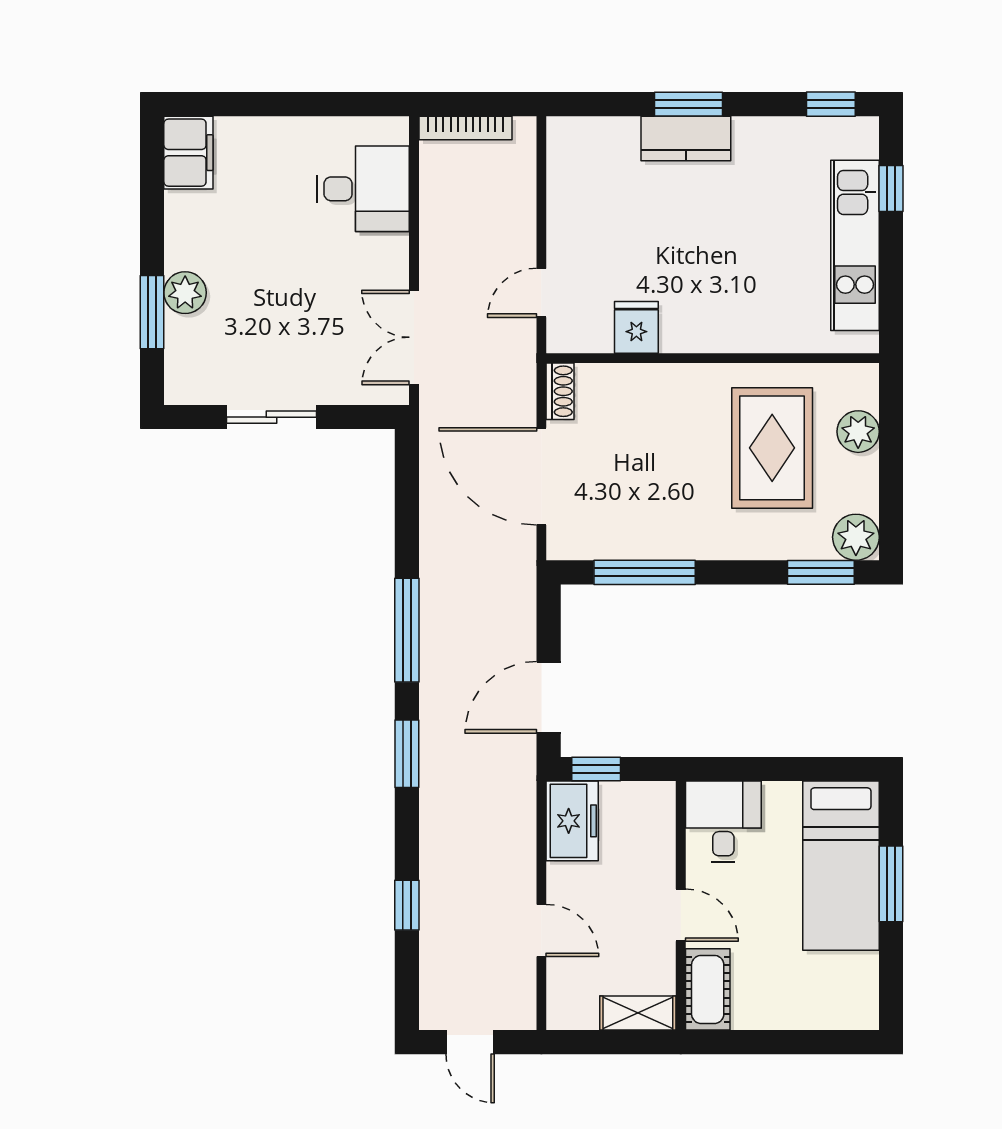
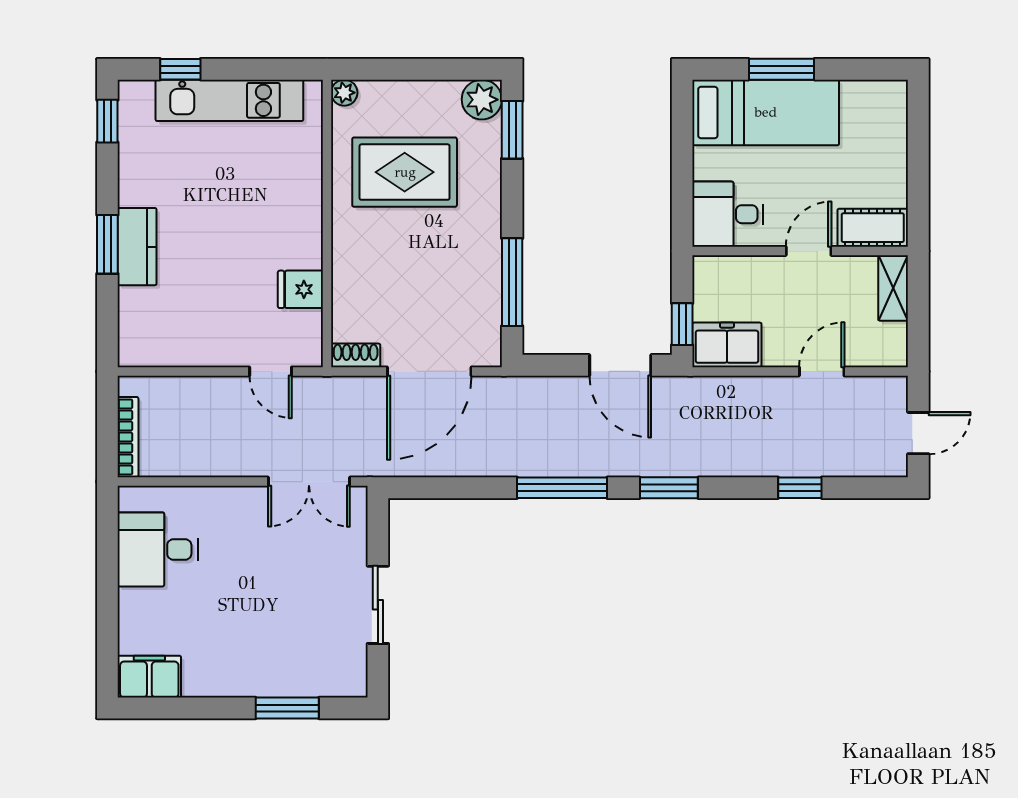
desk: (363, 189) -> (158, 549), moved, turned -90
plant: (185, 293) -> (270, 680), removed
plant: (858, 432) -> (344, 93), moved, width x0.73, depth x0.73

